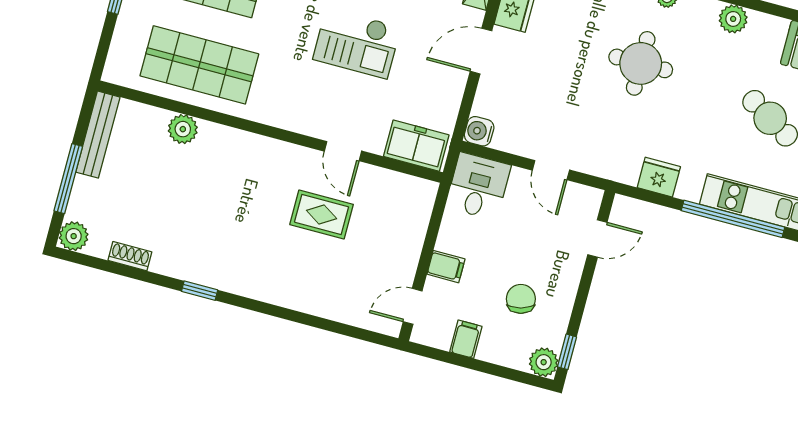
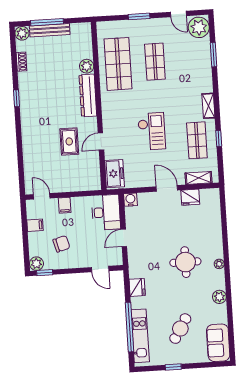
checkout: (357, 43) -> (152, 131), turned 180
bench: (98, 135) -> (50, 30), moved
dresser: (242, 146) -> (88, 95), added
desk: (478, 186) -> (106, 212), width x1.37

